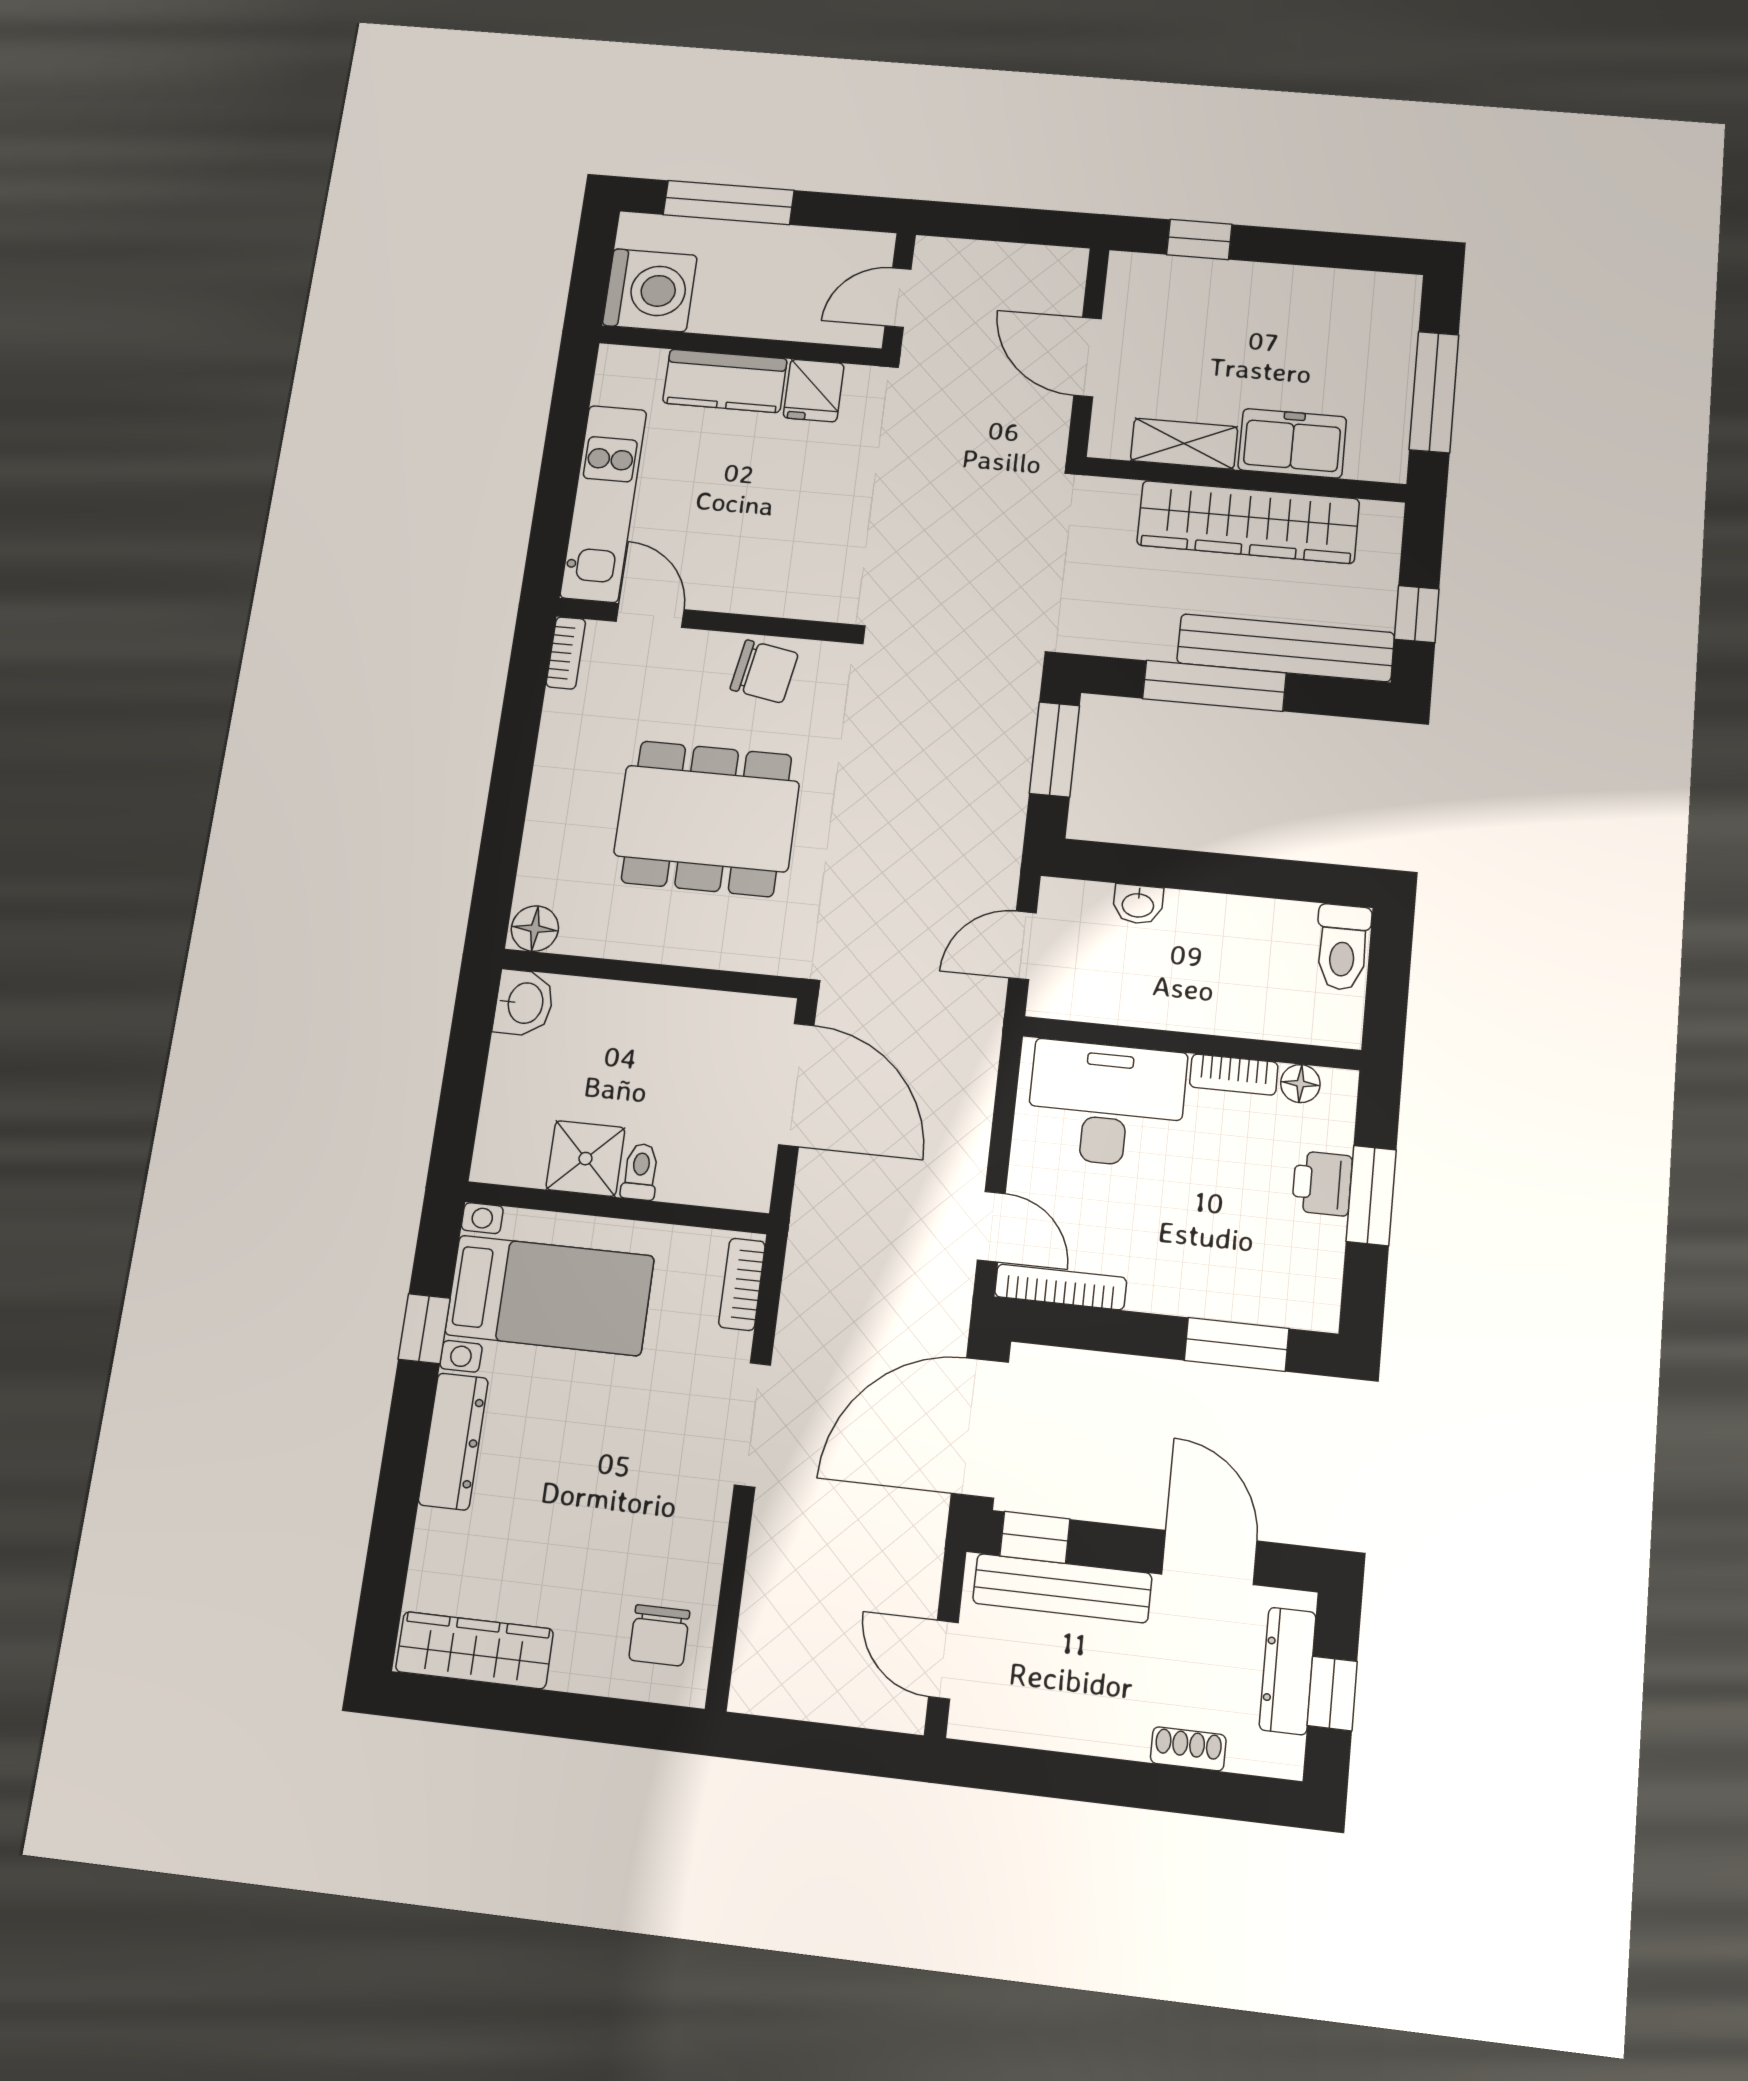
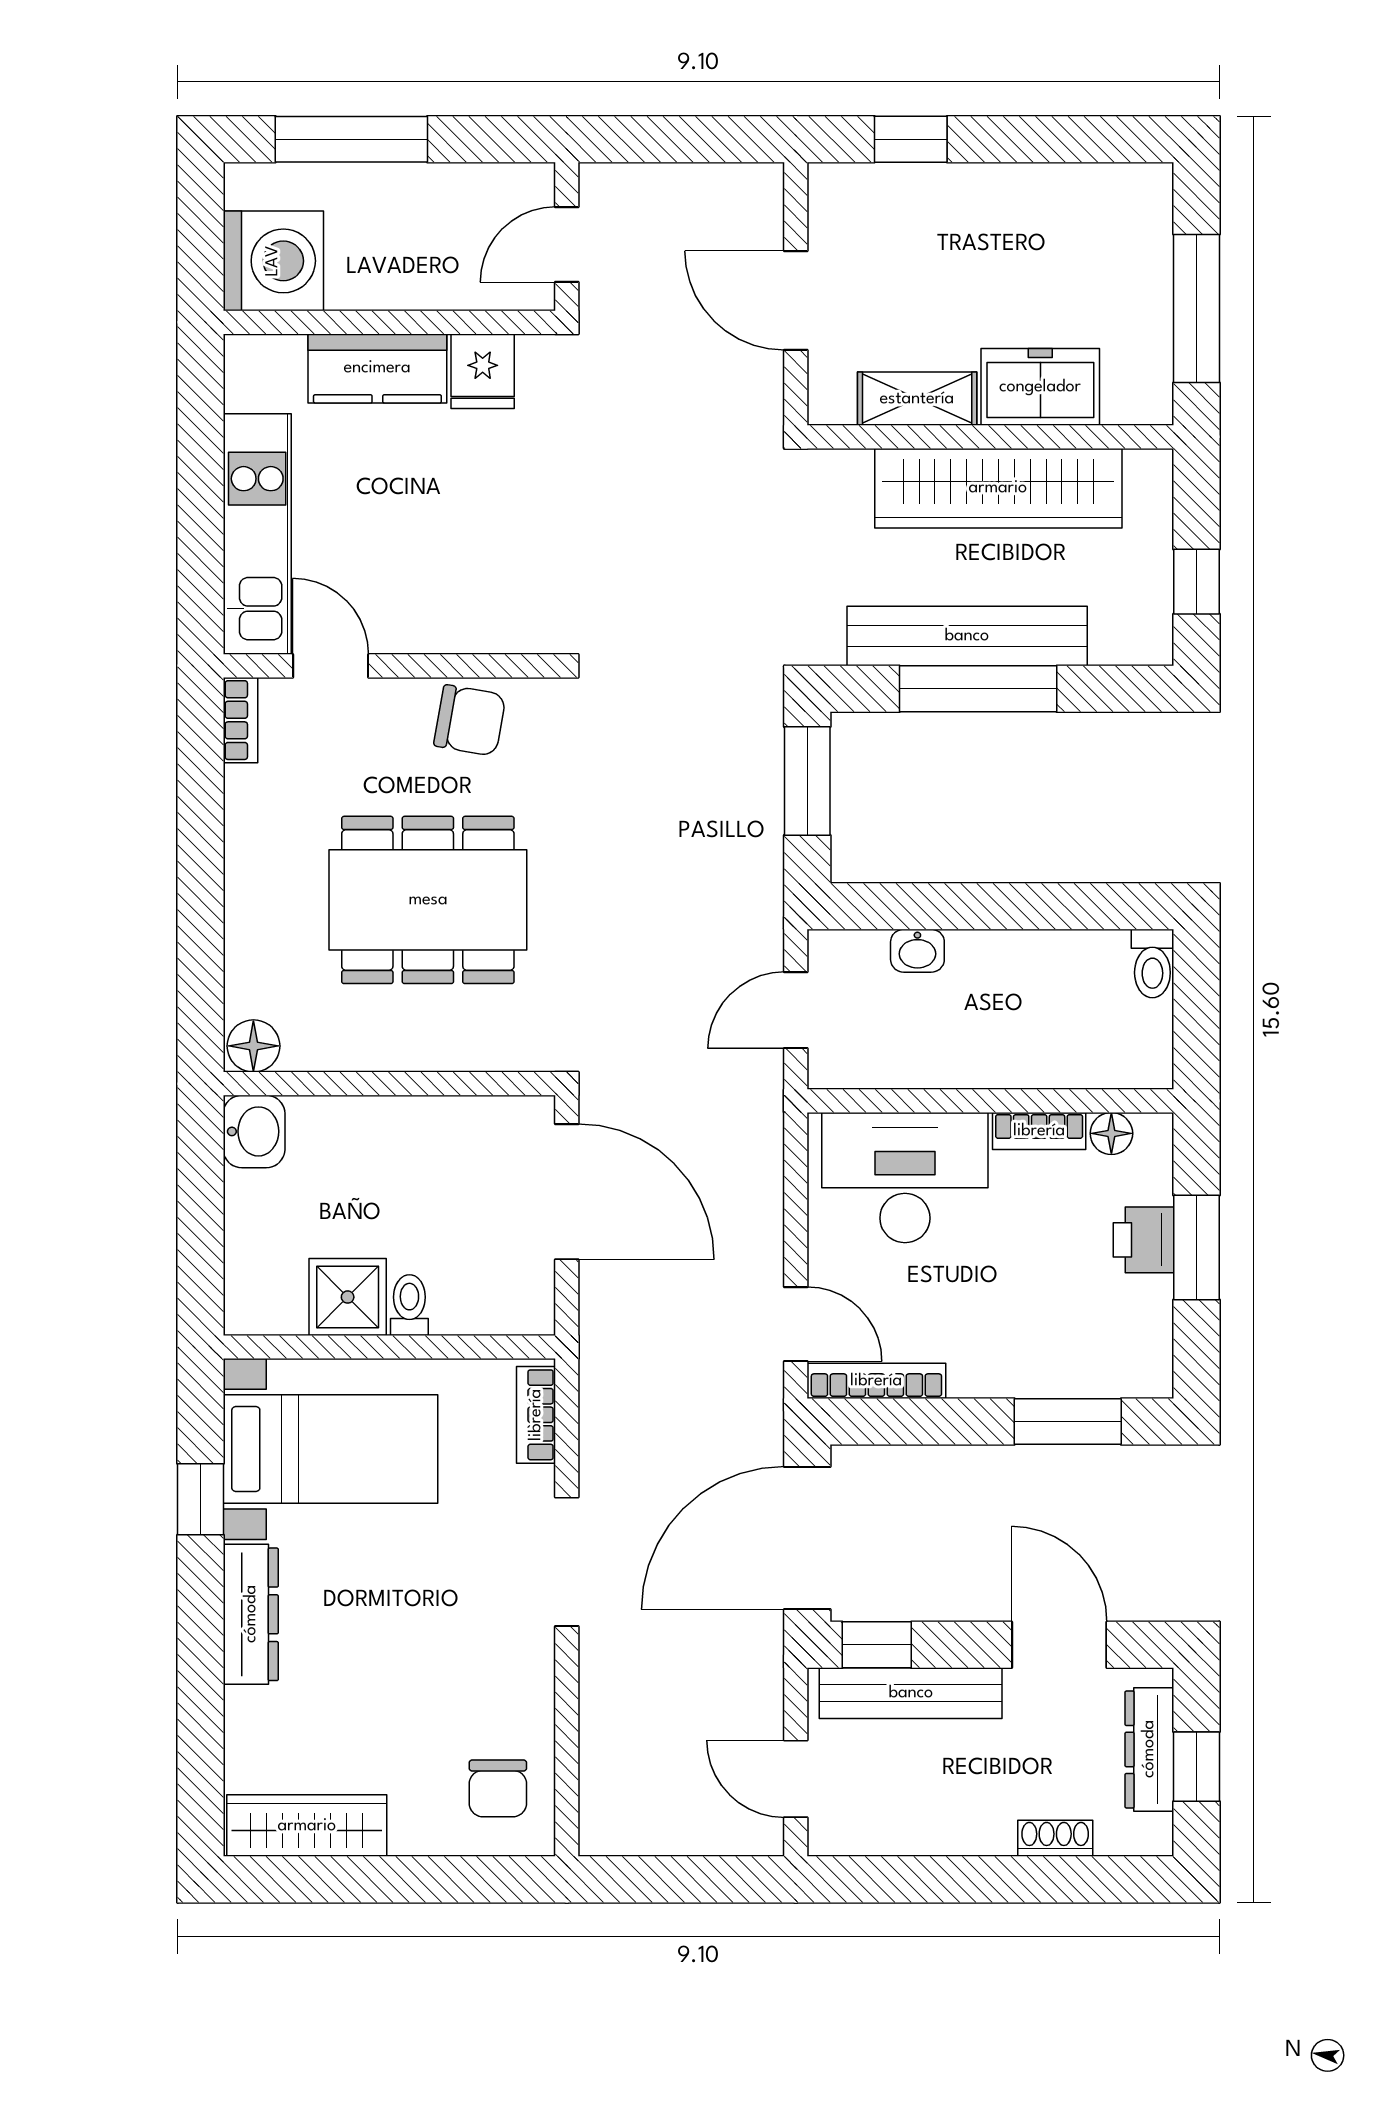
bench: (1286, 648) -> (967, 636), moved
toilet: (1343, 947) -> (1152, 964), width x0.73, depth x0.72

